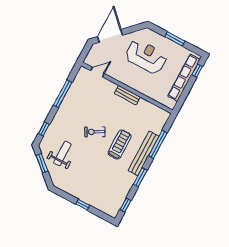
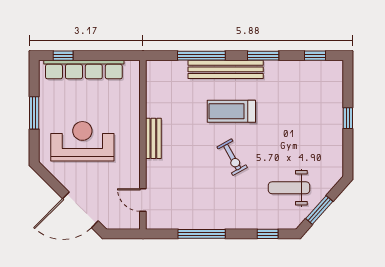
reception desk: (146, 57) -> (82, 141), turned 90

